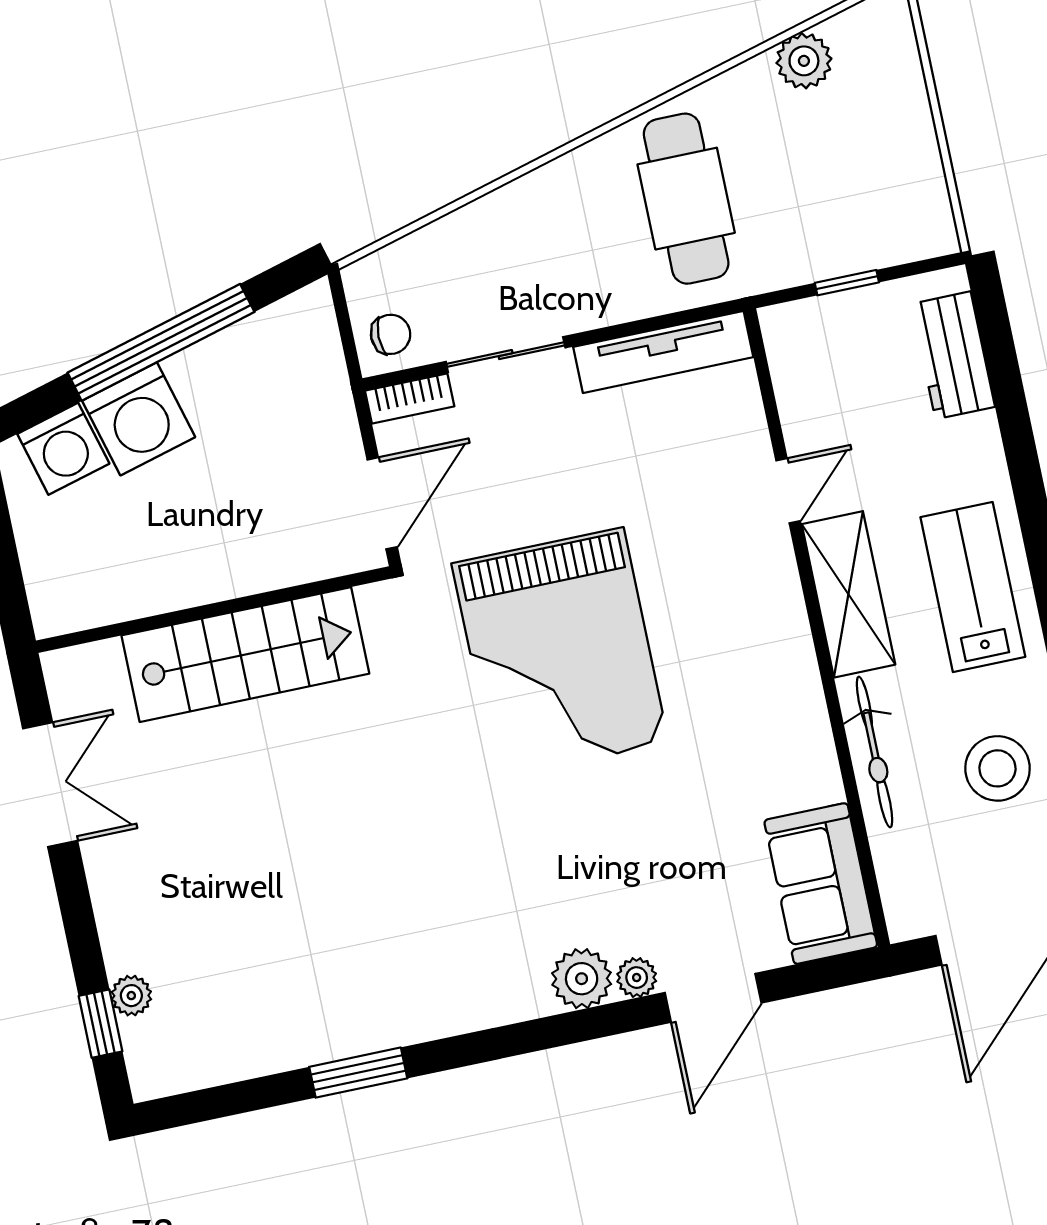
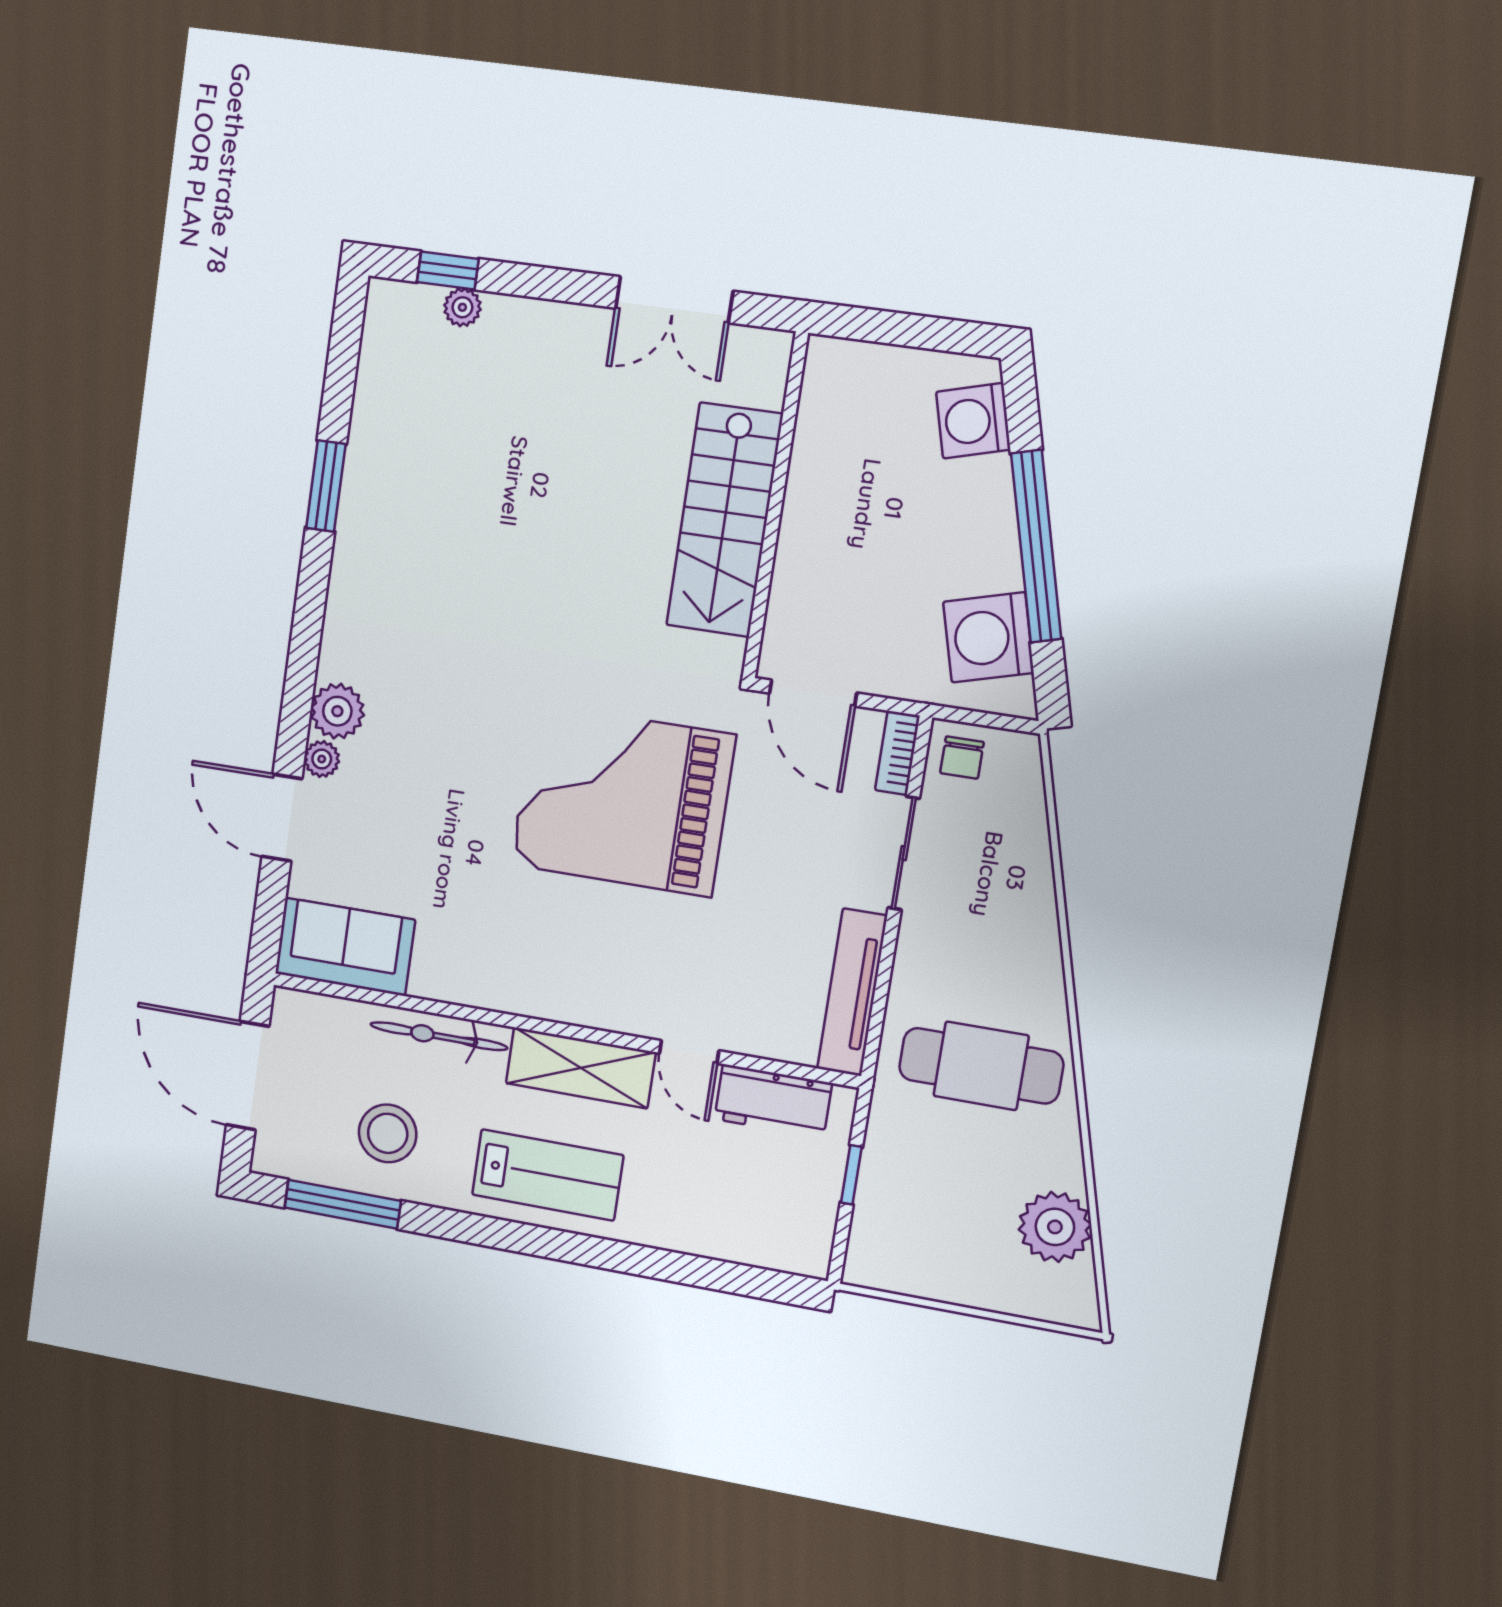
plant: (804, 61) -> (1055, 1227), width x1.36, depth x1.36
workbench: (953, 355) -> (773, 1101), moved, turned 180
washing machine: (139, 419) -> (988, 637), moved

